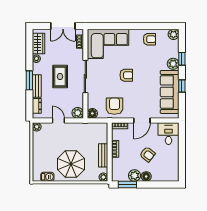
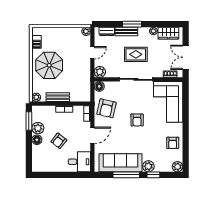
window: (182, 86) -> (126, 175), width x2.17
armchair: (114, 106) -> (106, 108), turned 103
door: (142, 120) -> (92, 135), swing flipped

